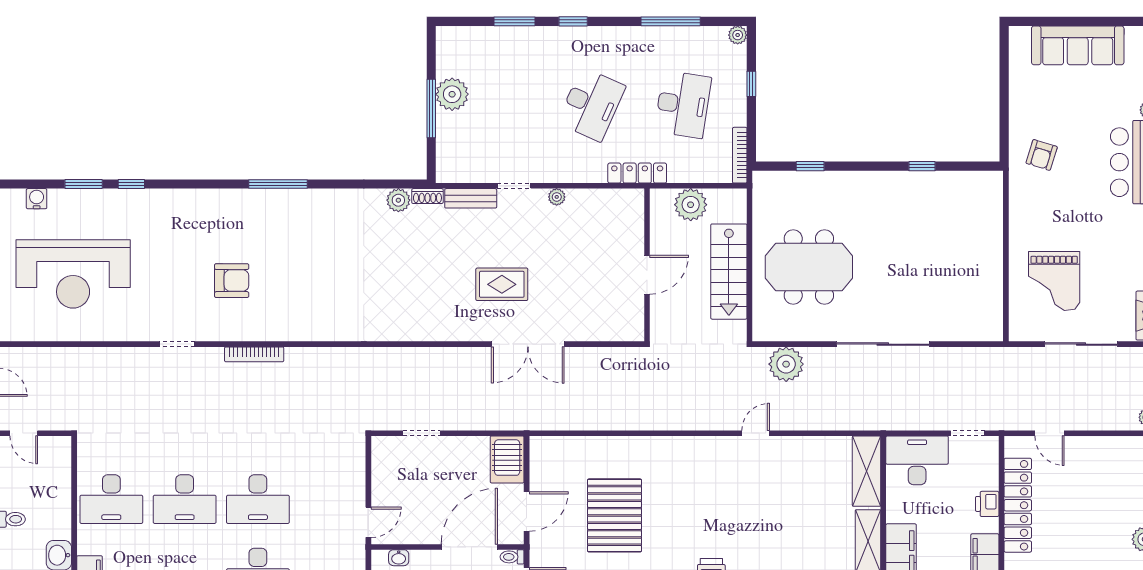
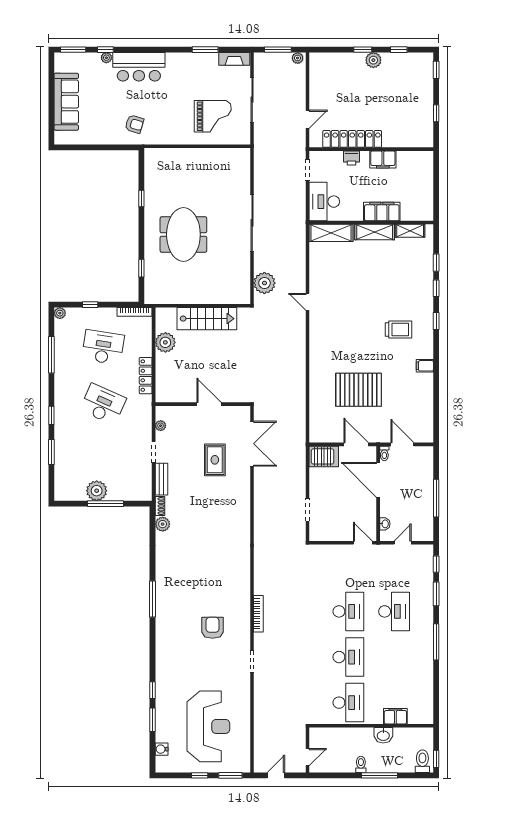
wall: (647, 265) -> (203, 404), moved
meeting table: (809, 267) -> (183, 235), moved
door: (647, 275) -> (209, 404), moved

